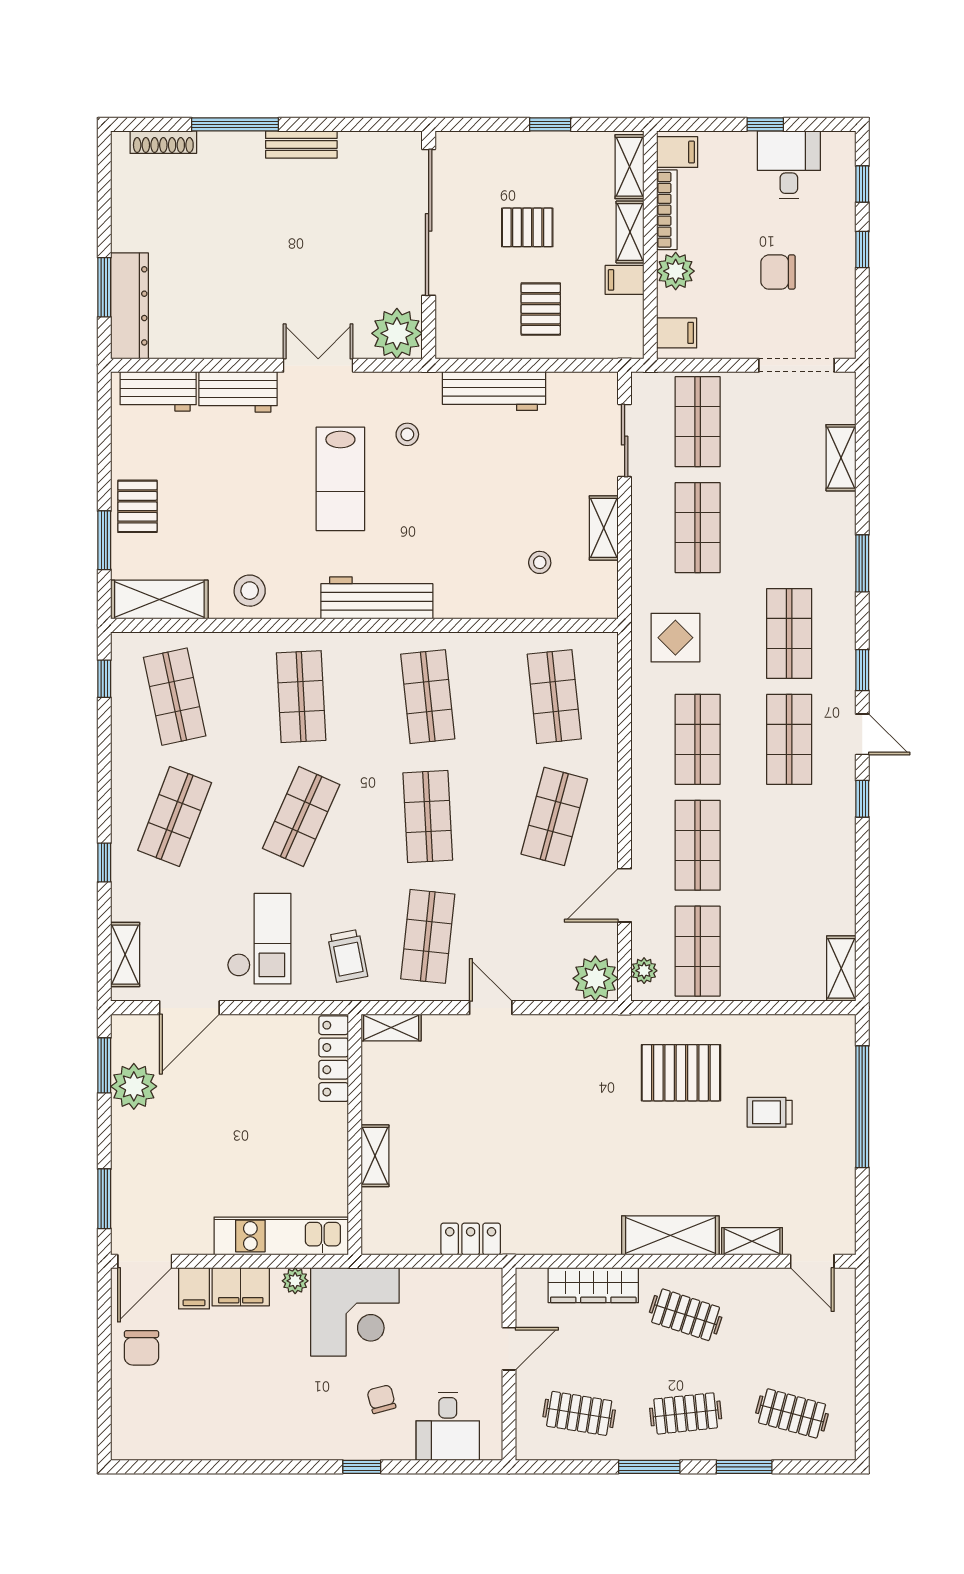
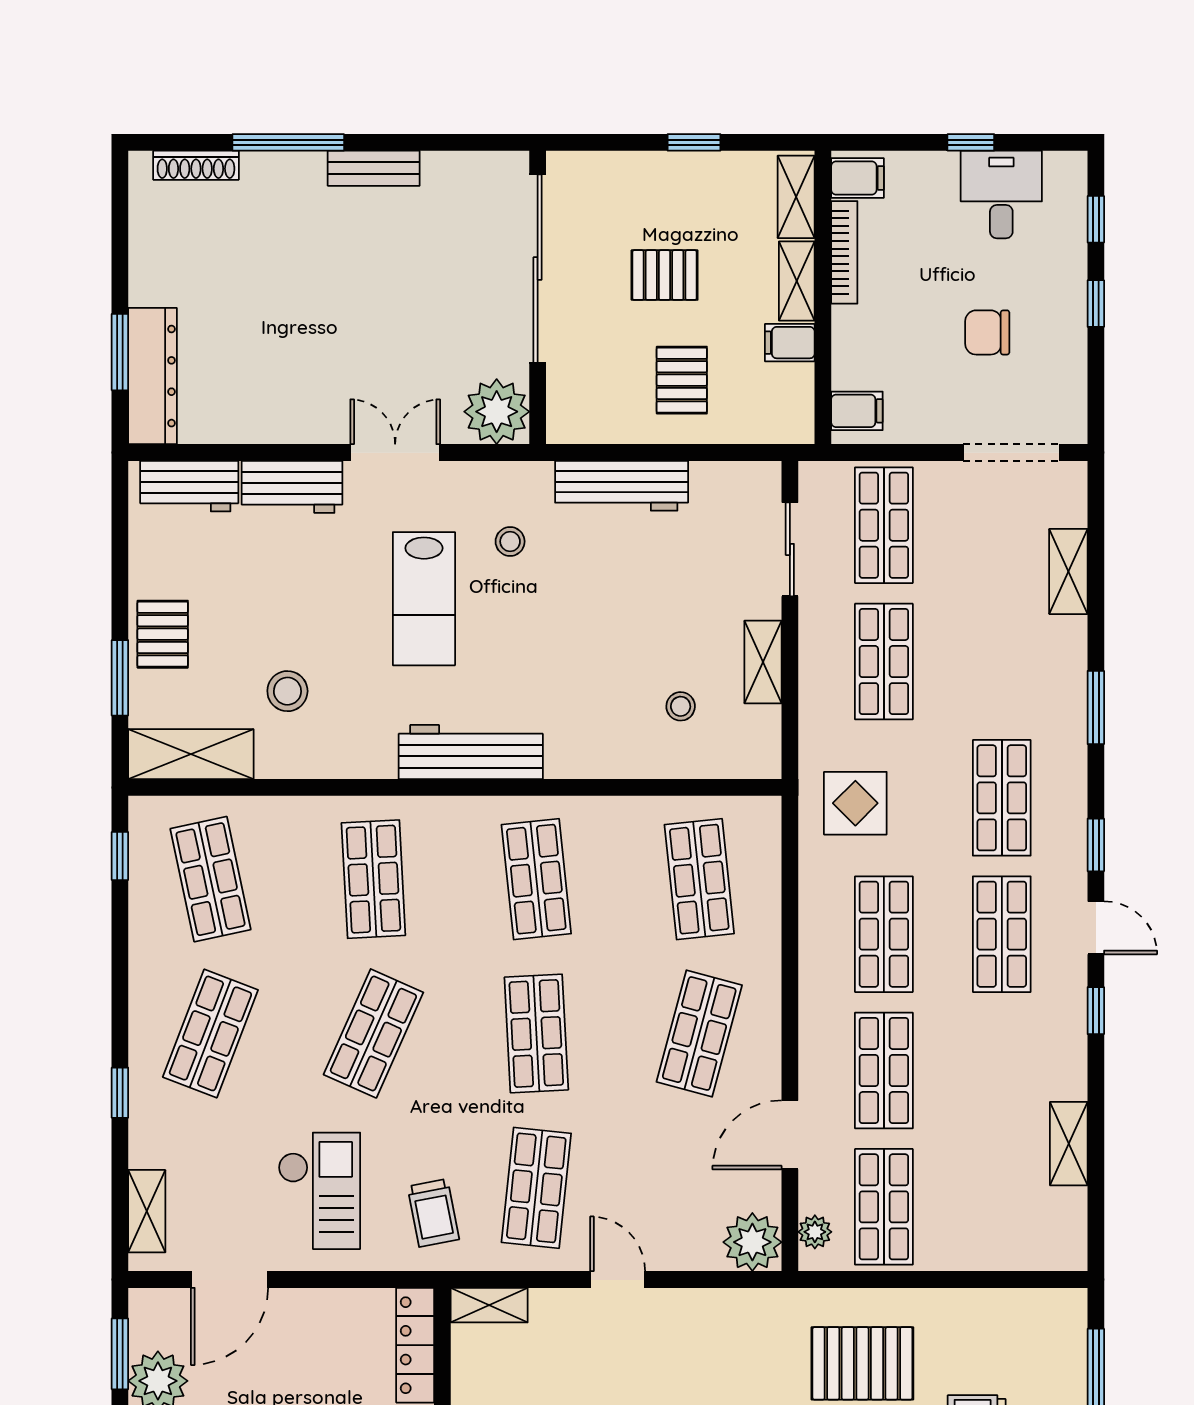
plant: (676, 271) -> (855, 331), removed
stool: (250, 591) -> (287, 691), moved
shelving: (841, 968) -> (1069, 1144), moved

